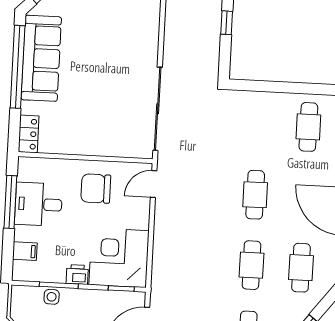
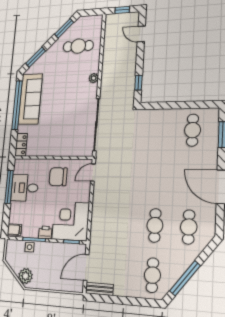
window: (227, 23) -> (138, 83), moved
plant: (151, 33) -> (94, 78), added
cafe table: (255, 195) -> (157, 177), removed
filing cabinet: (25, 251) -> (14, 230), moved

